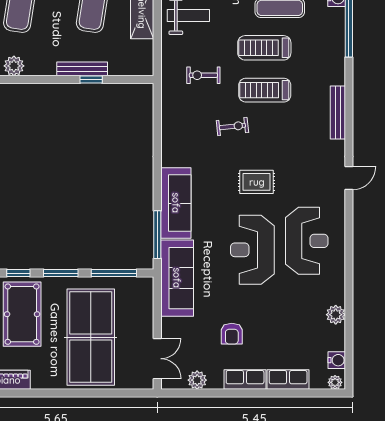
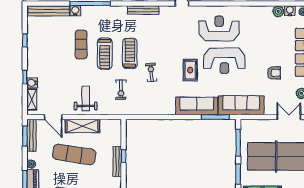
treadmill: (265, 90) -> (130, 53), turned 180
rug: (257, 182) -> (190, 70), moved
plant: (336, 315) -> (278, 11), moved

